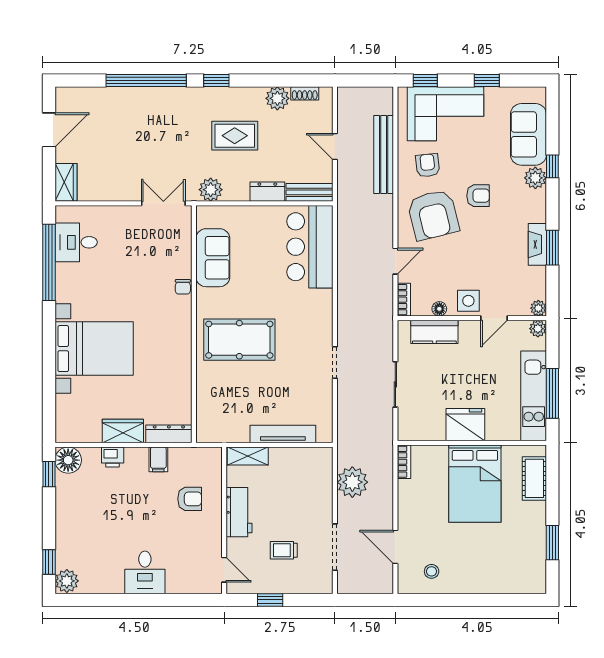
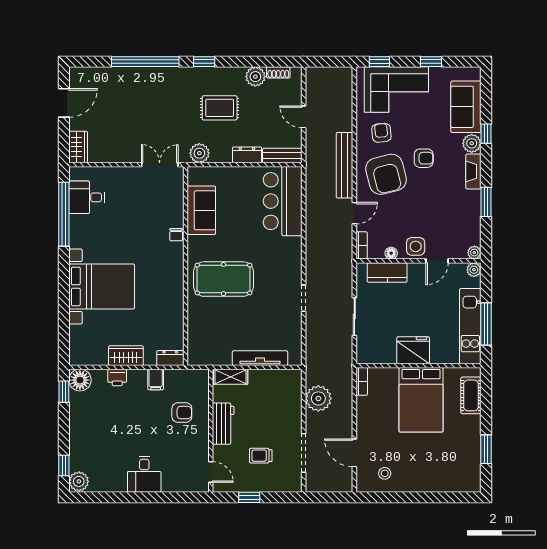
bench: (384, 154) -> (344, 165), moved
fireplace: (537, 244) -> (473, 171), moved
dresser: (169, 434) -> (170, 358), width x0.70

